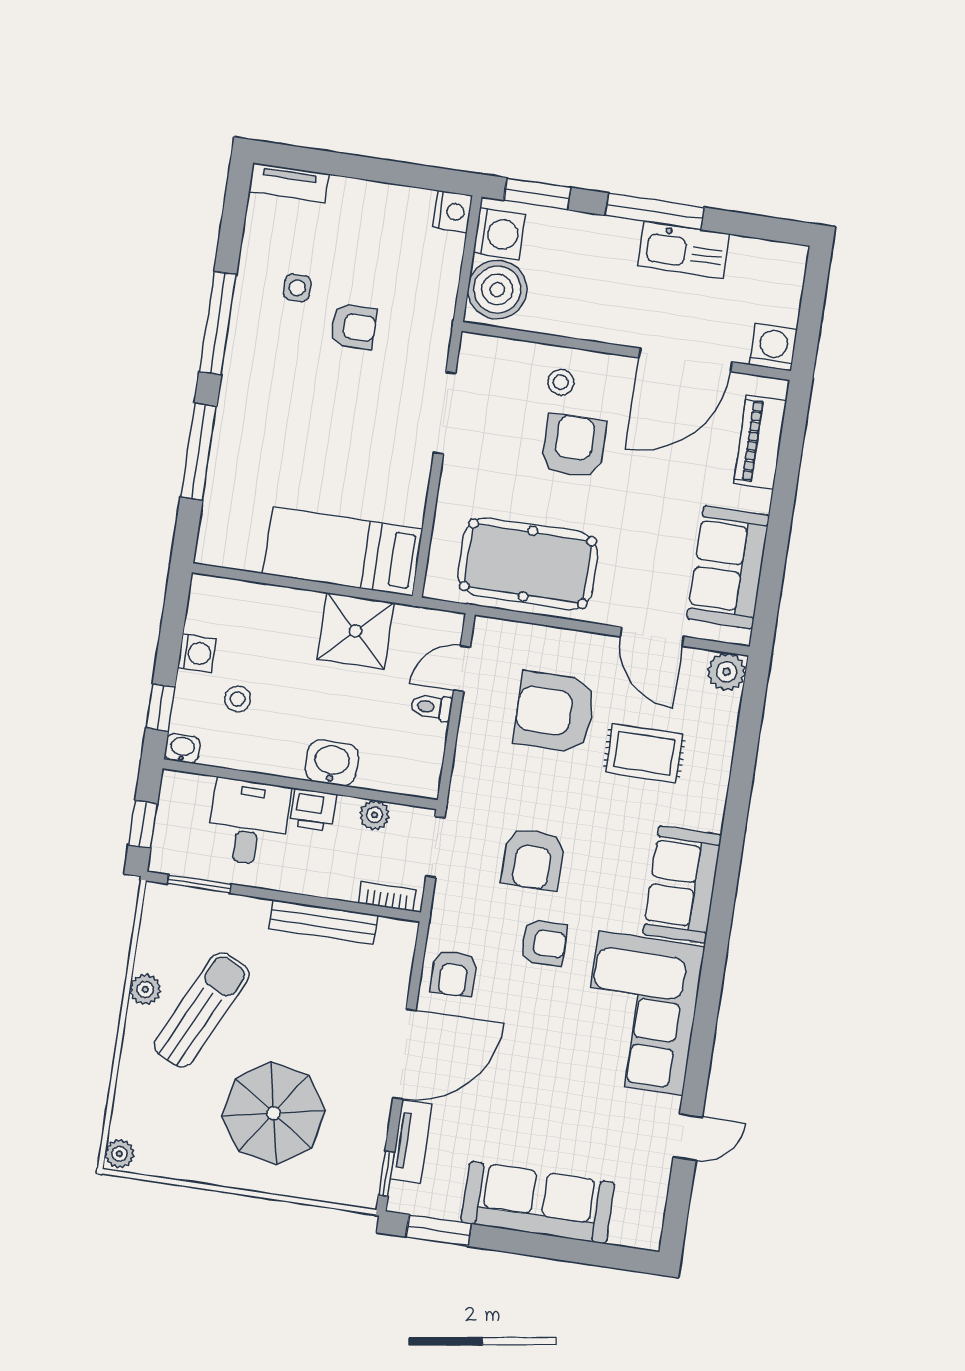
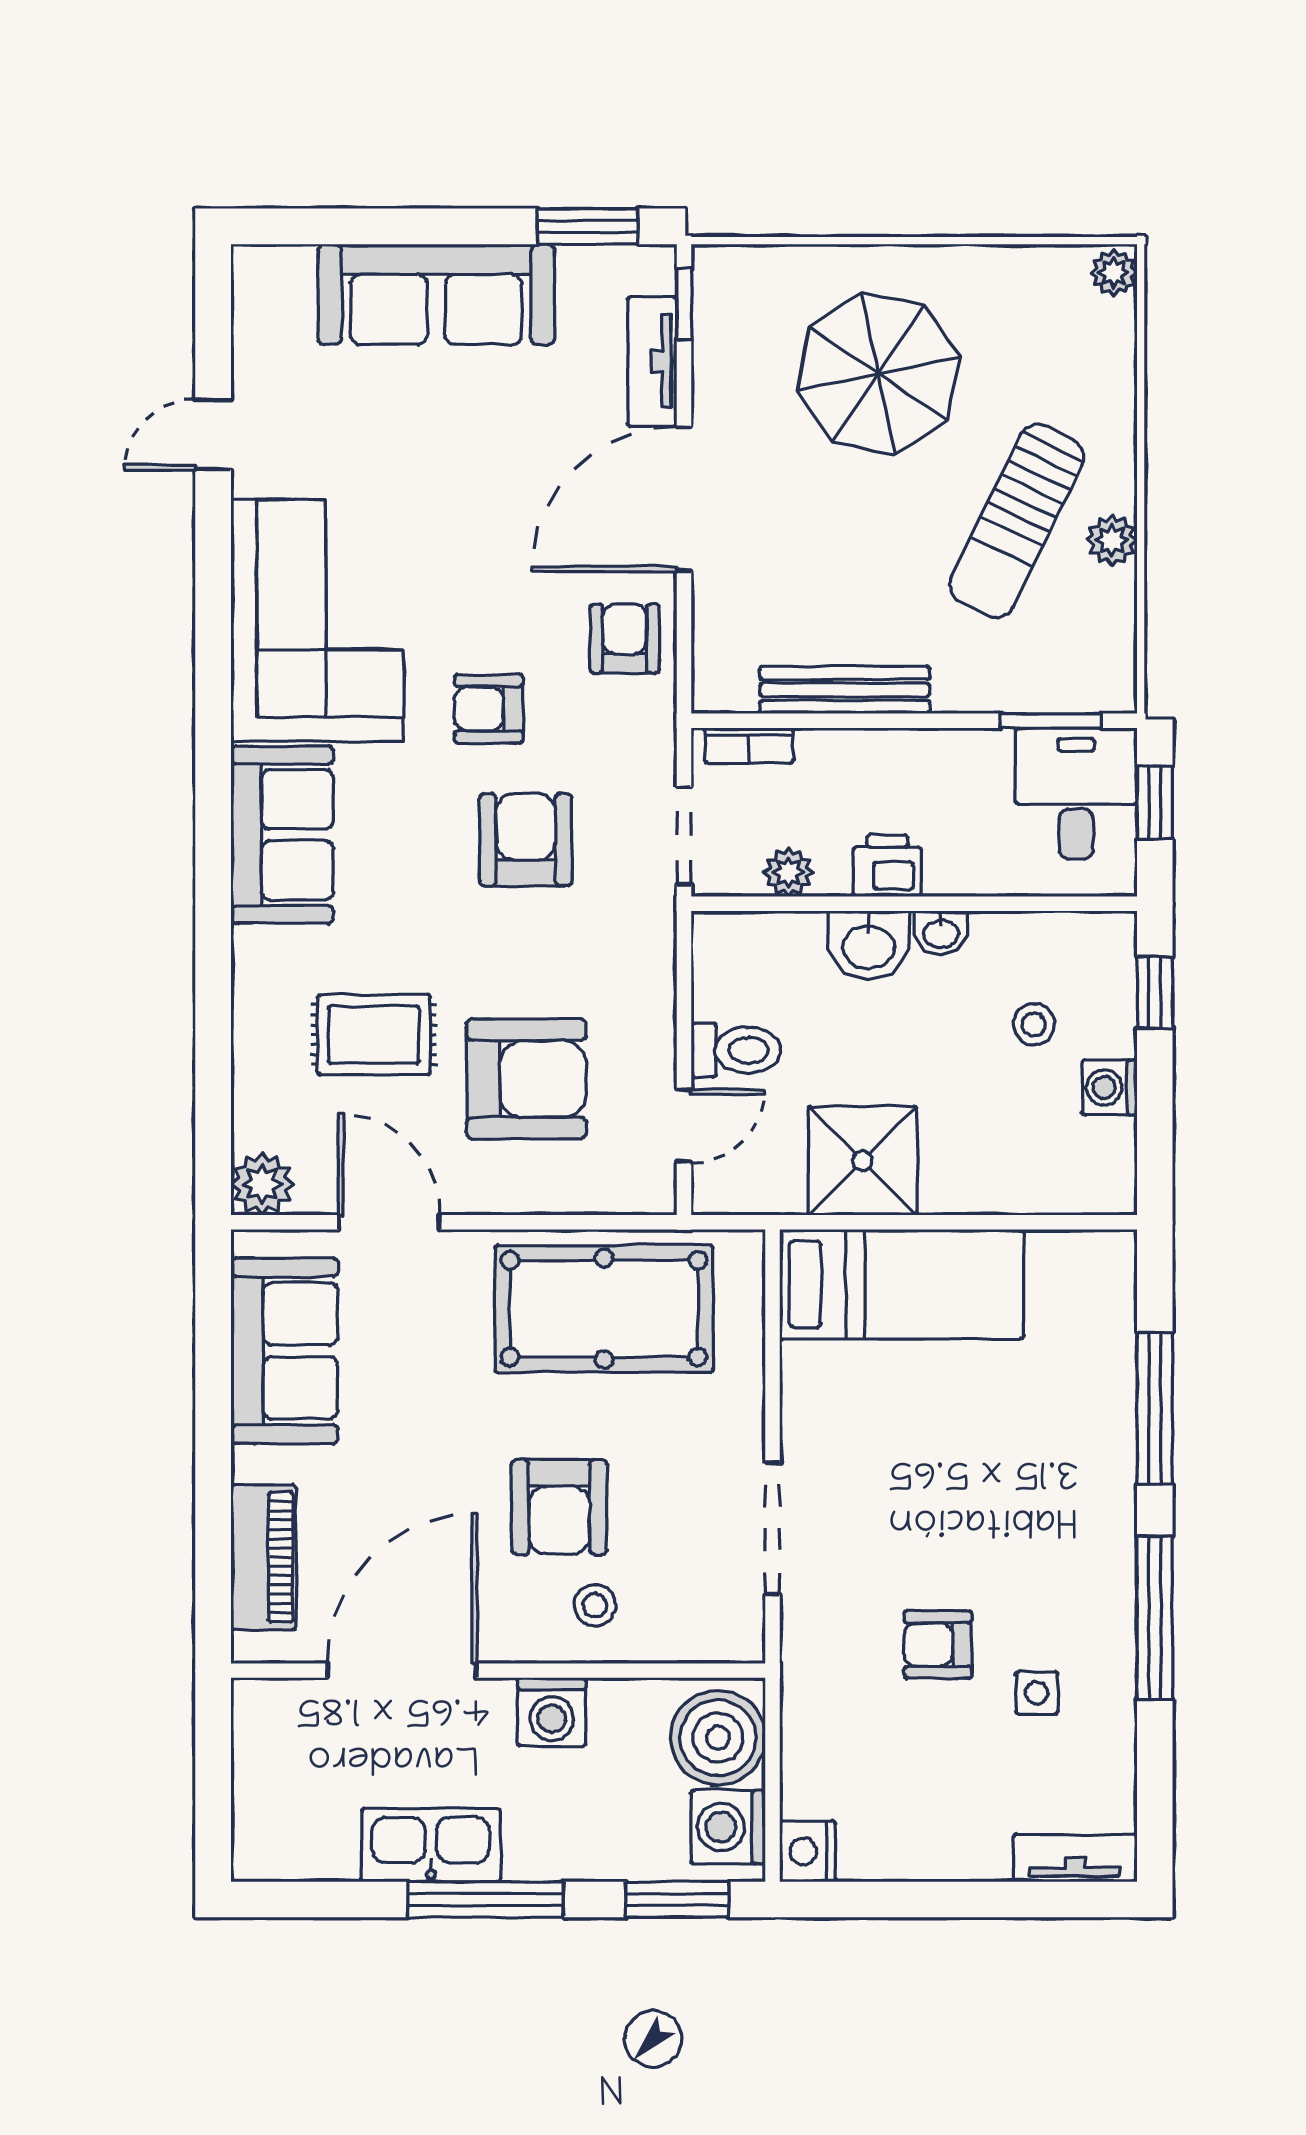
washing machine: (773, 347) -> (552, 1712), moved
toilet: (431, 707) -> (736, 1050), width x1.37, depth x1.39
washbasin: (182, 748) -> (941, 933), moved
desk: (249, 822) -> (1076, 793), moved, turned 180

